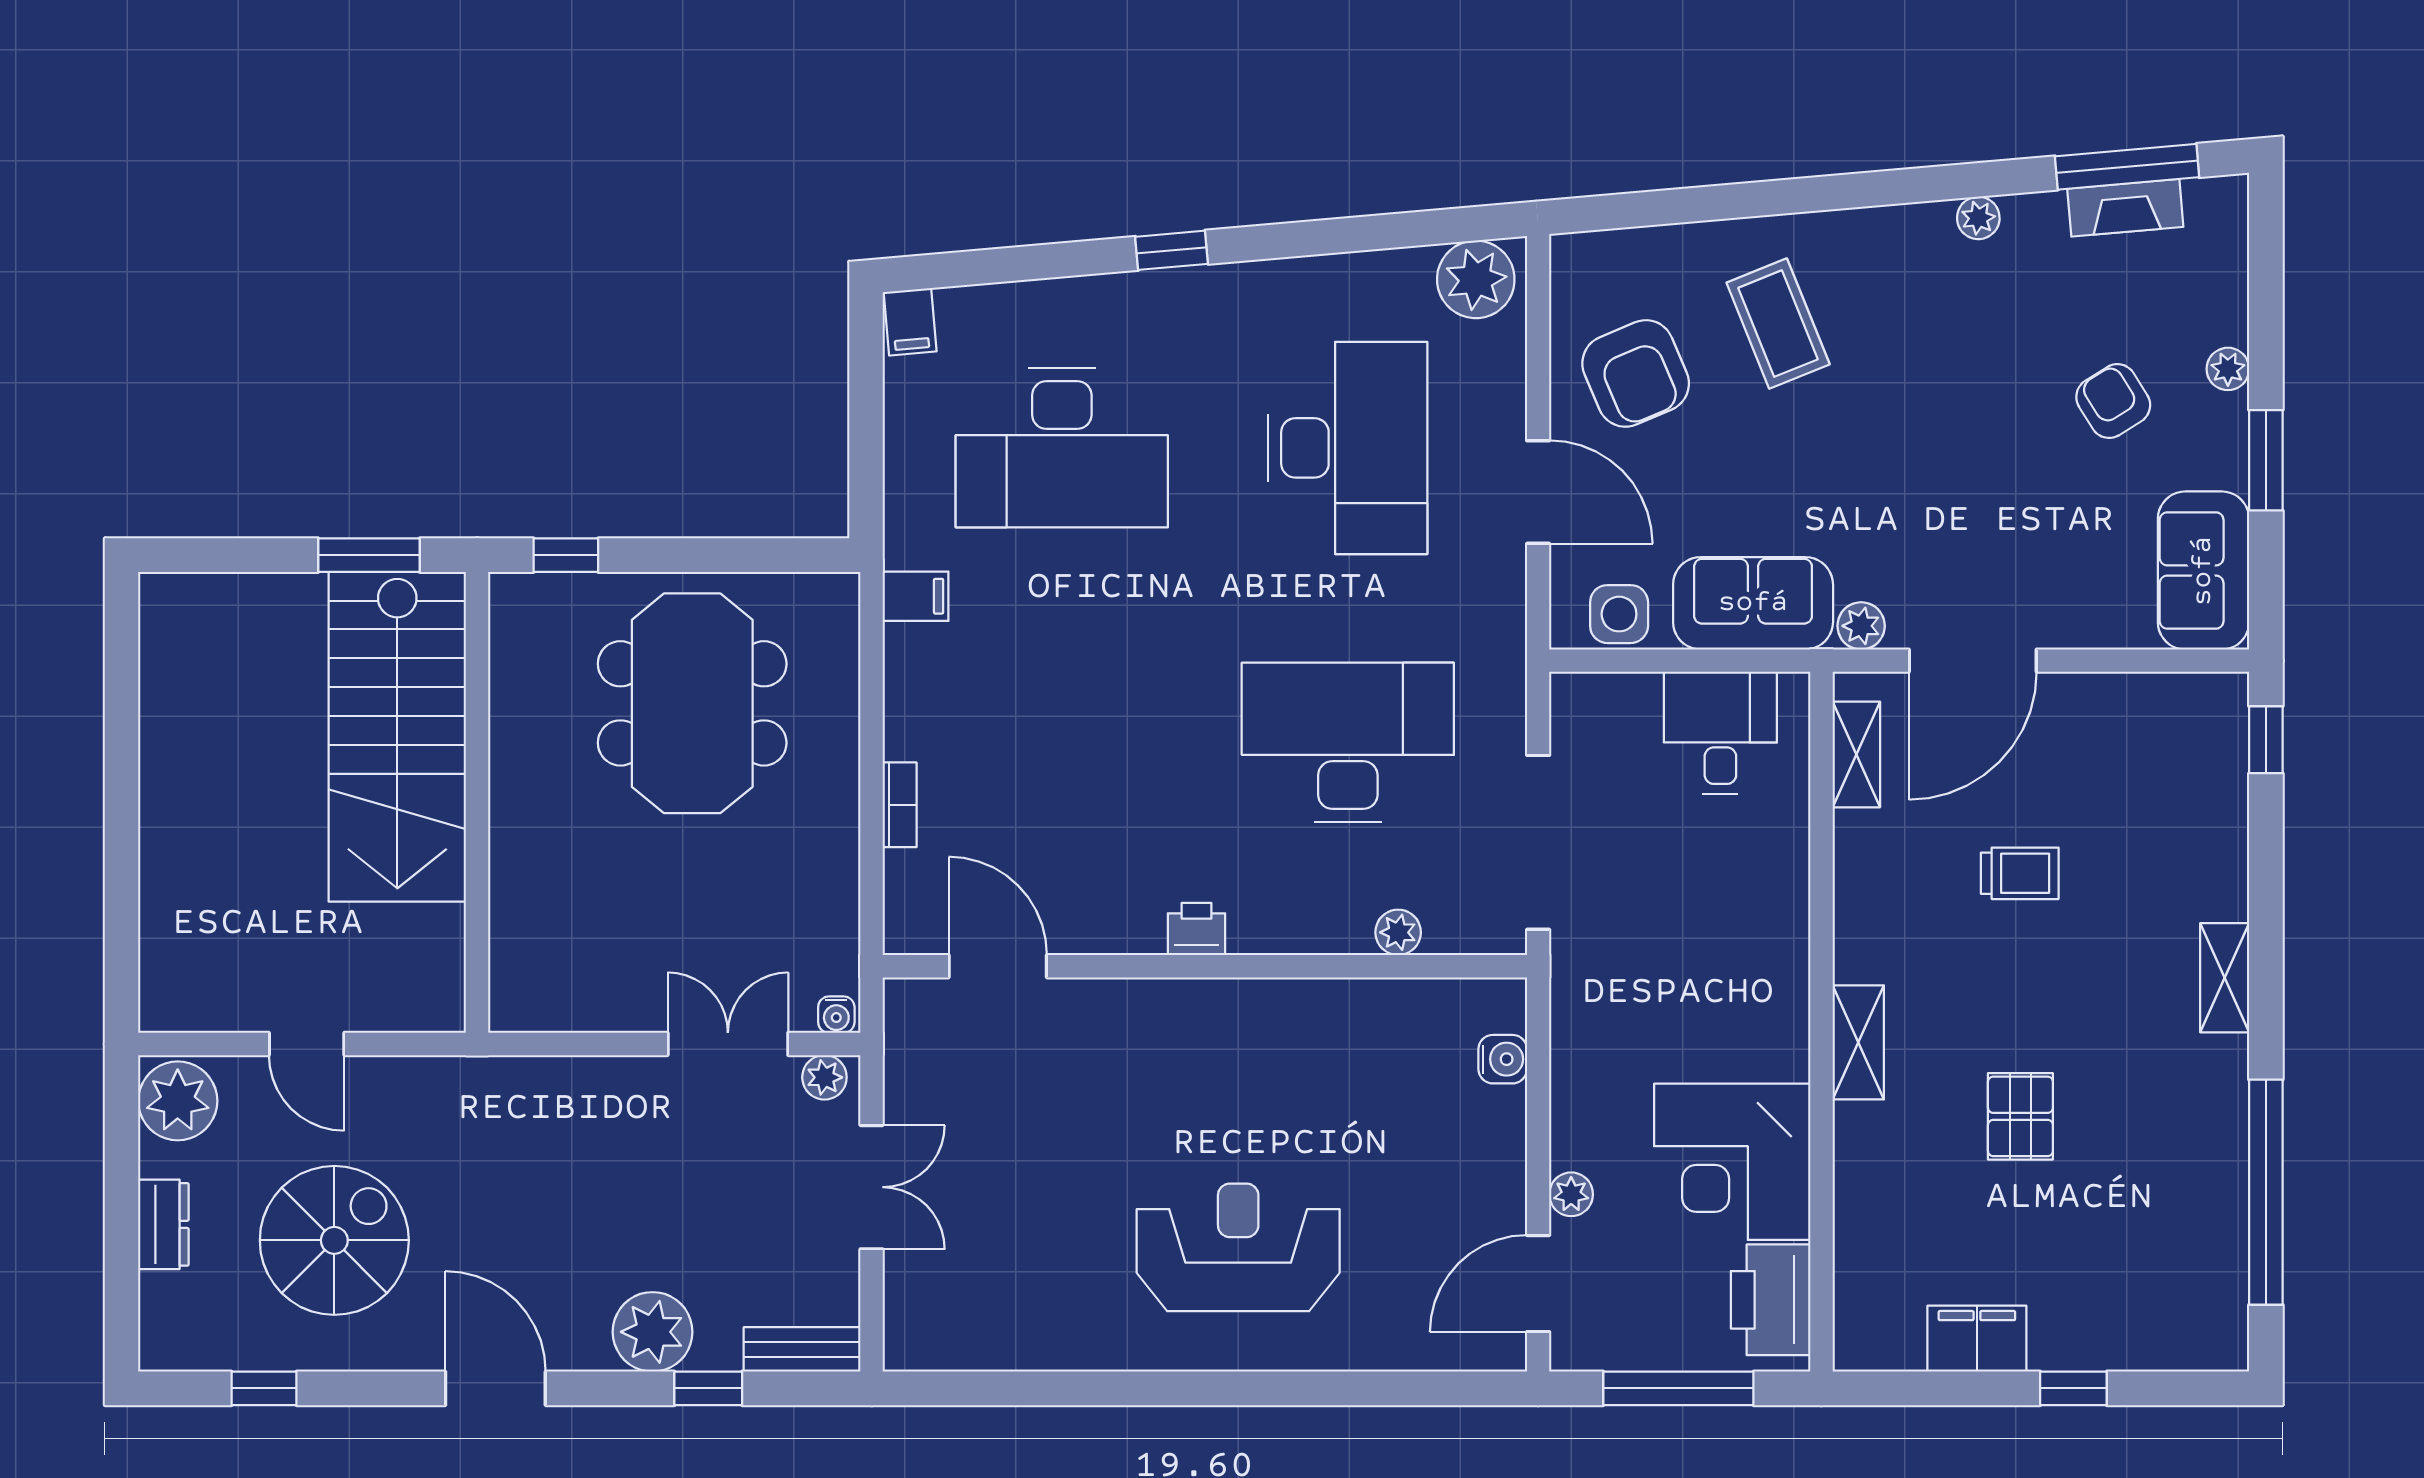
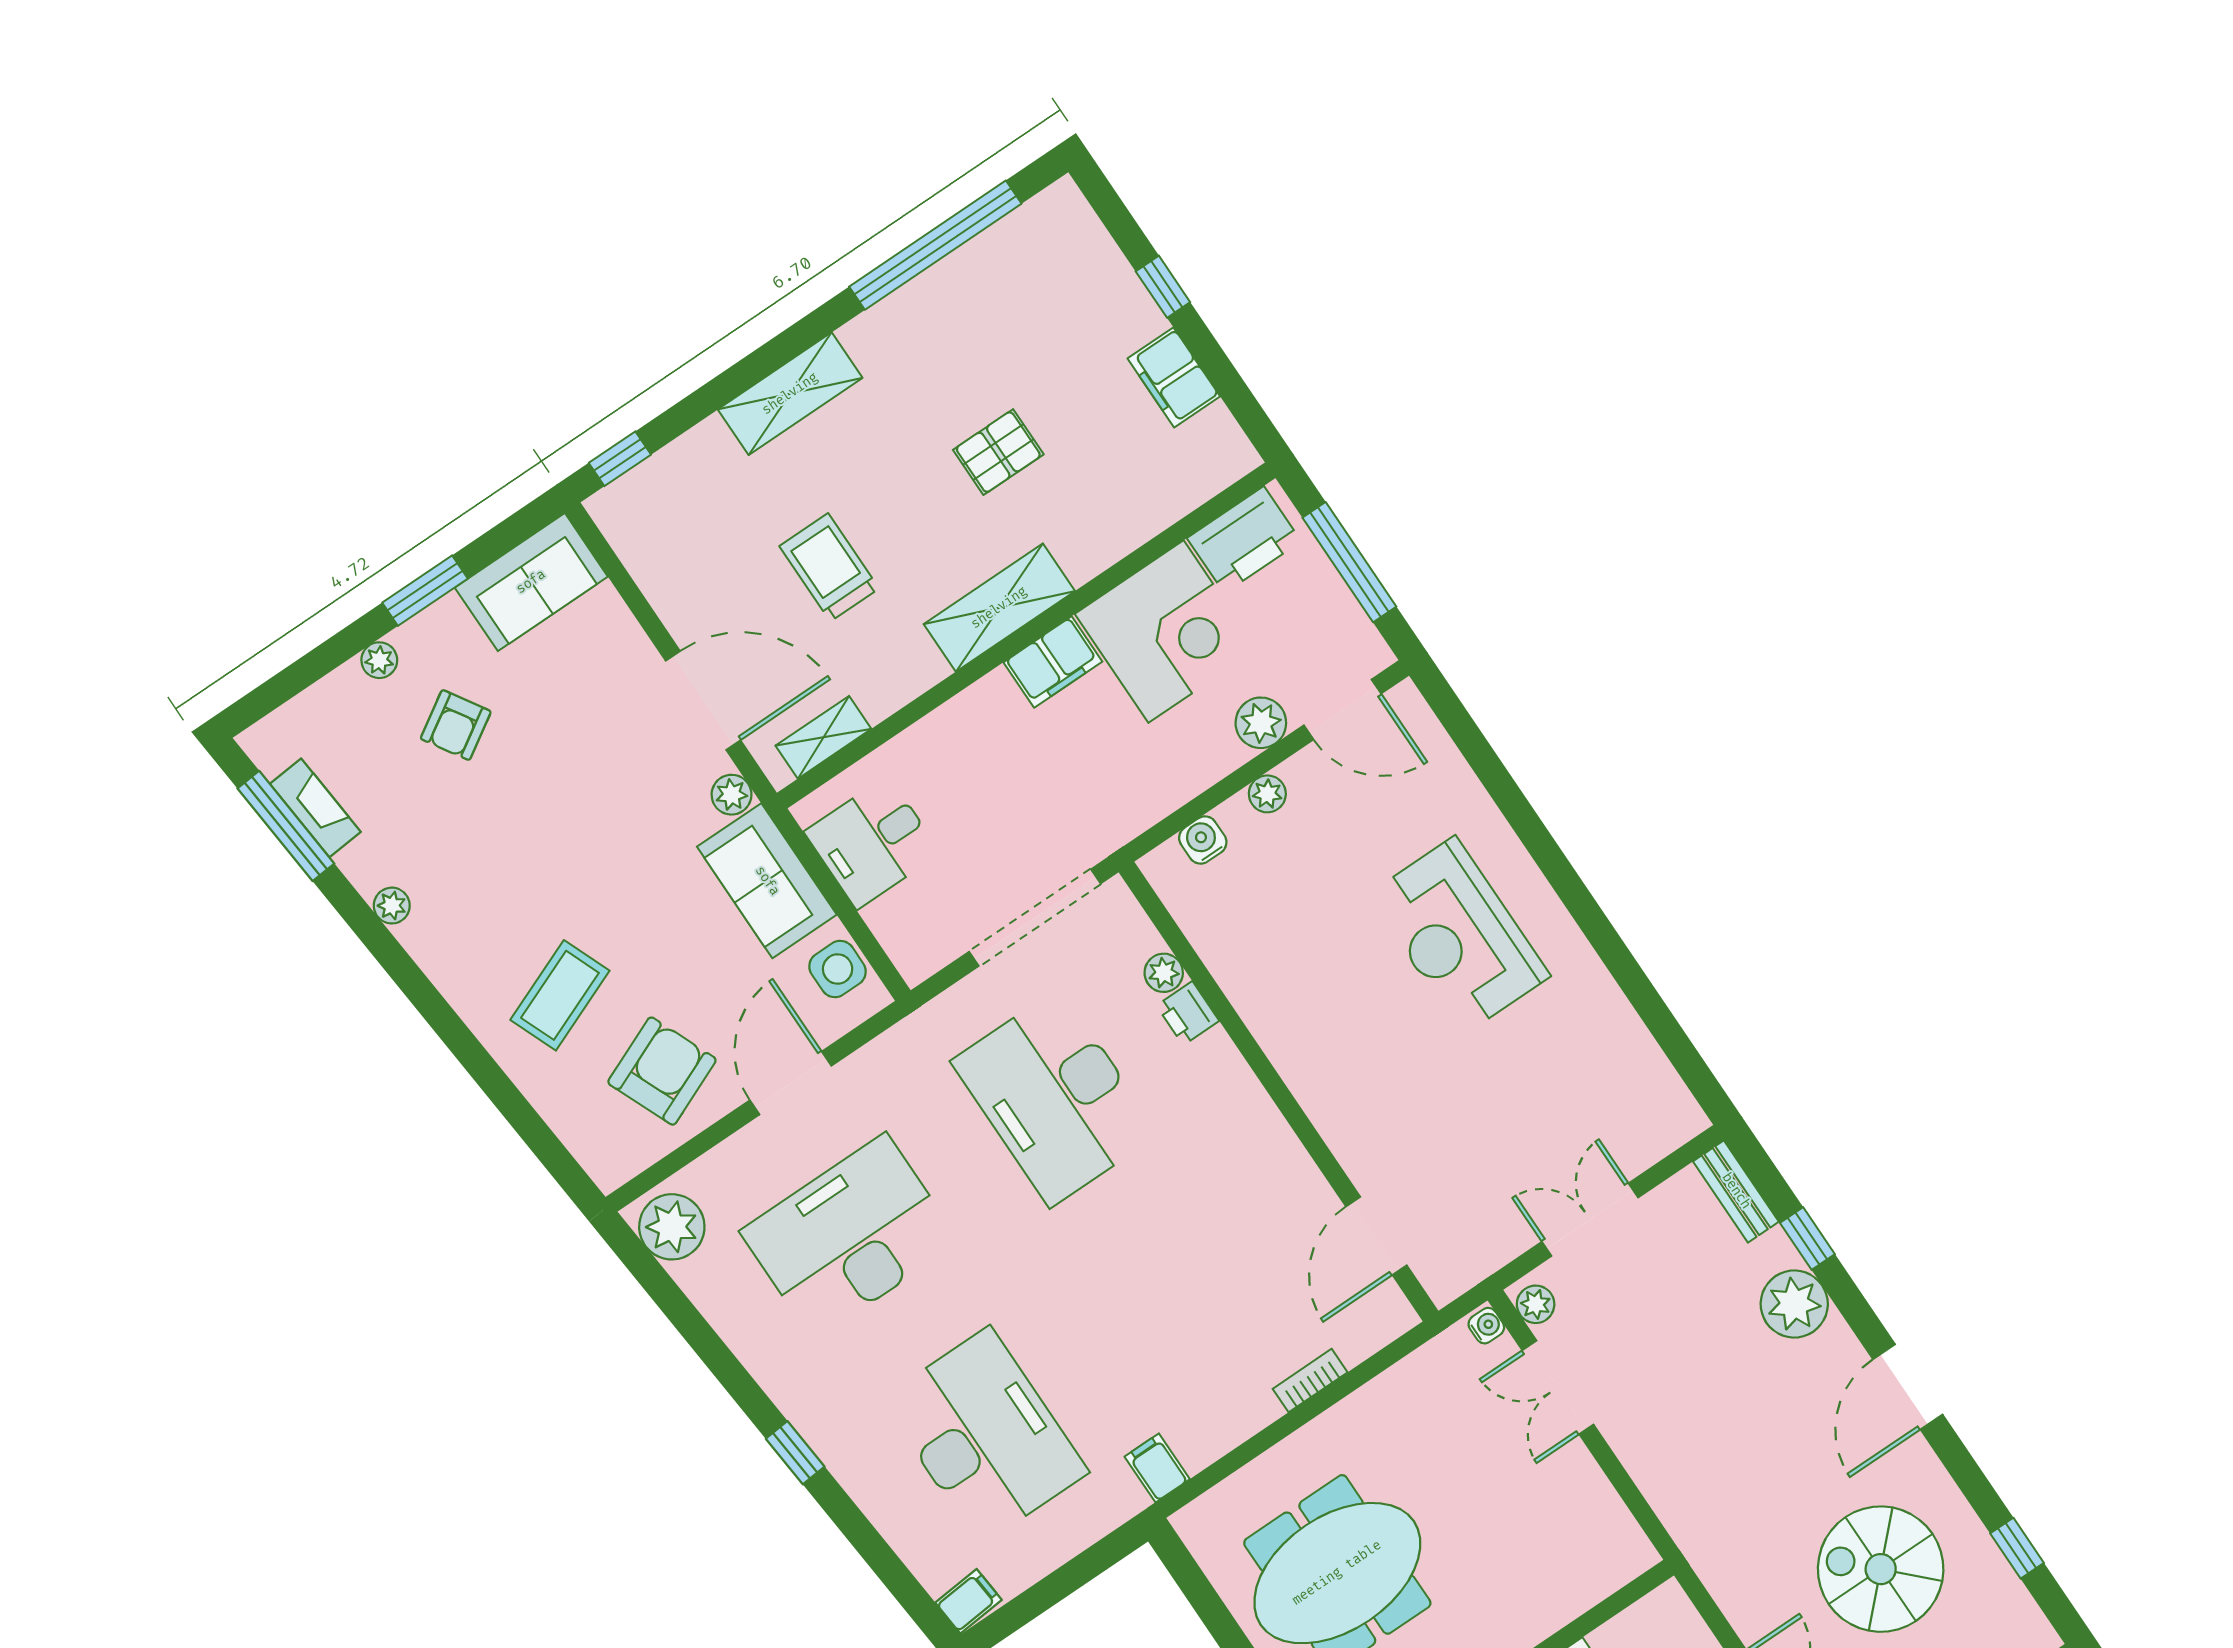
trolley: (2020, 873) -> (829, 567), width x1.36, depth x1.39
printer: (1196, 929) -> (1188, 1013), moved
shelving: (2225, 978) -> (790, 394), width x1.50, depth x1.33
filing cabinet: (1778, 1030) -> (1053, 662), added
shelving: (1858, 1042) -> (999, 608), width x1.50, depth x1.33
plant: (1505, 1153) -> (1267, 794), added
plant: (1571, 1194) -> (1261, 723), width x1.38, depth x1.38

